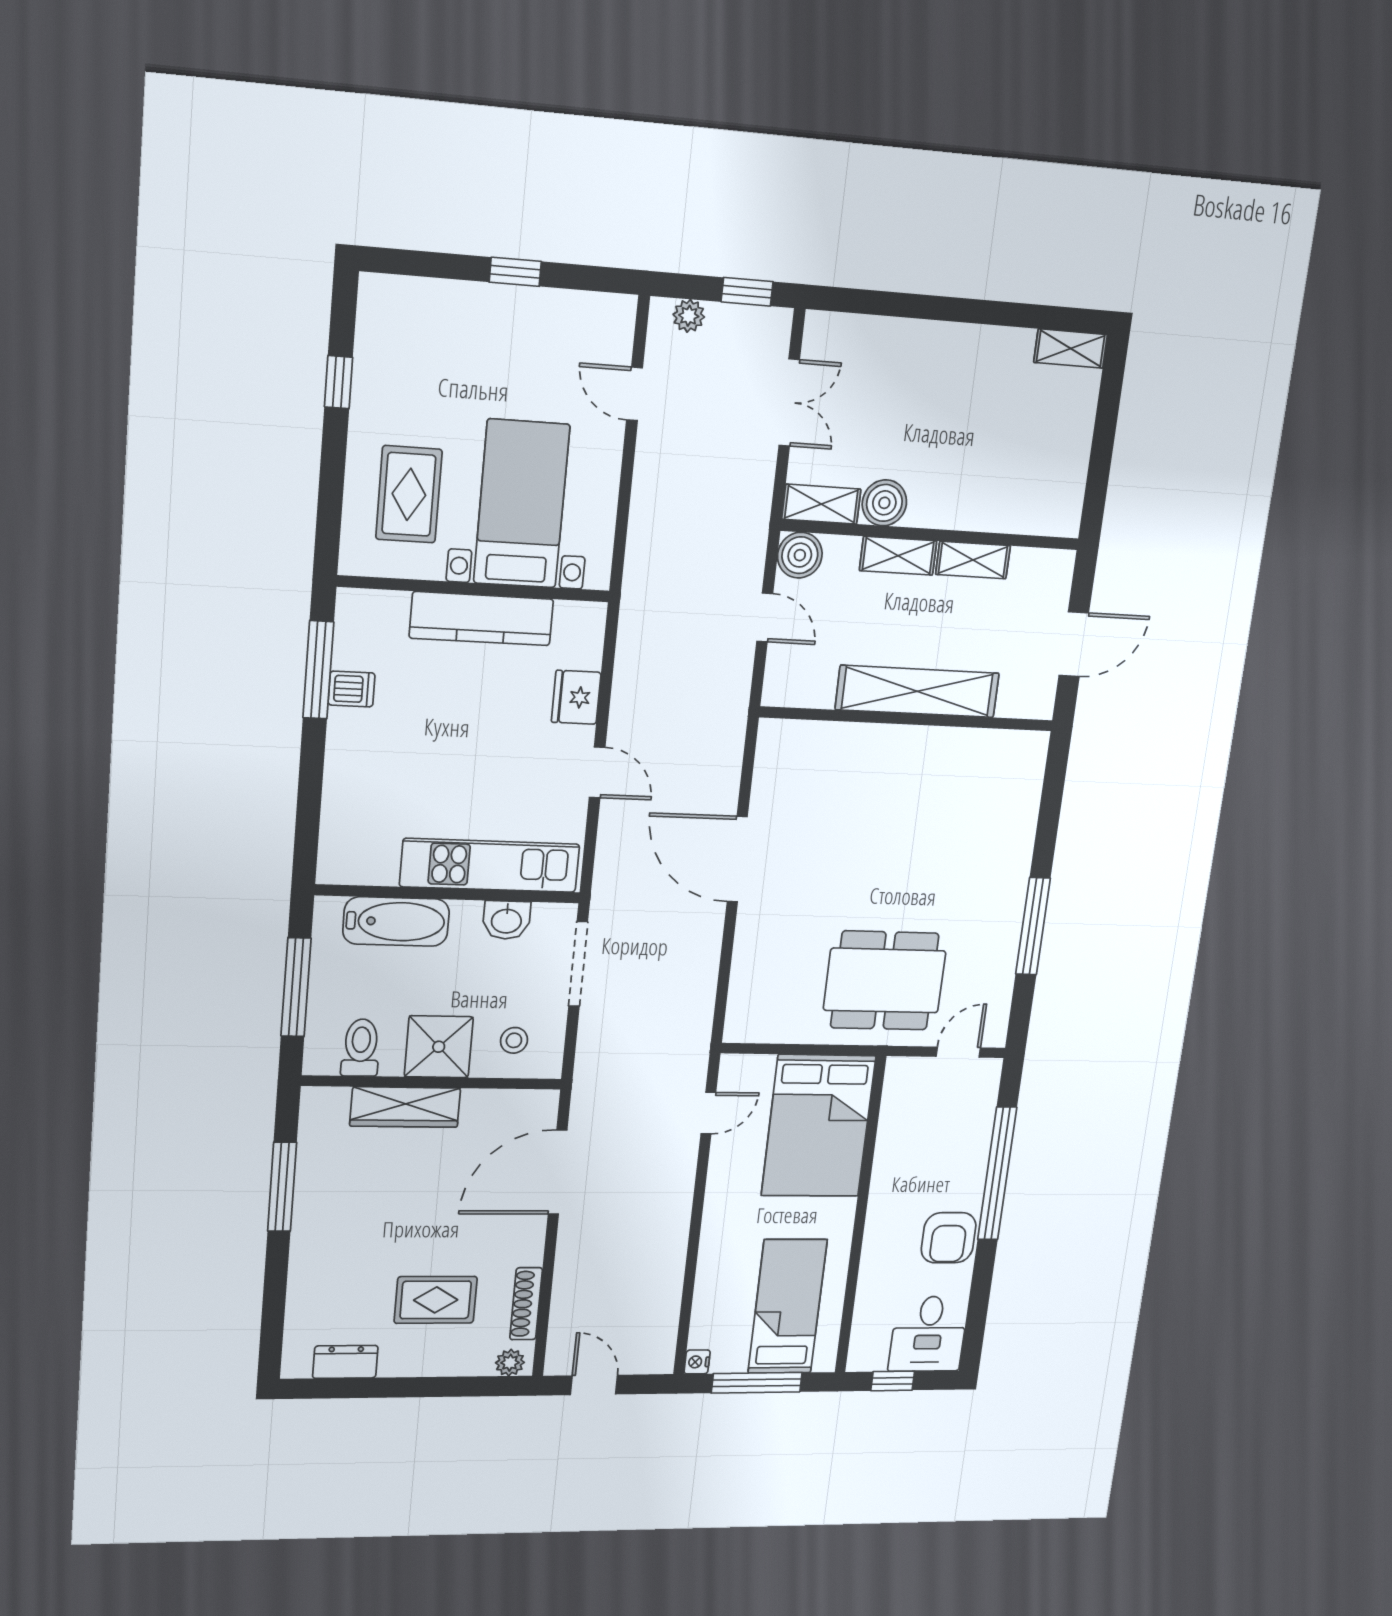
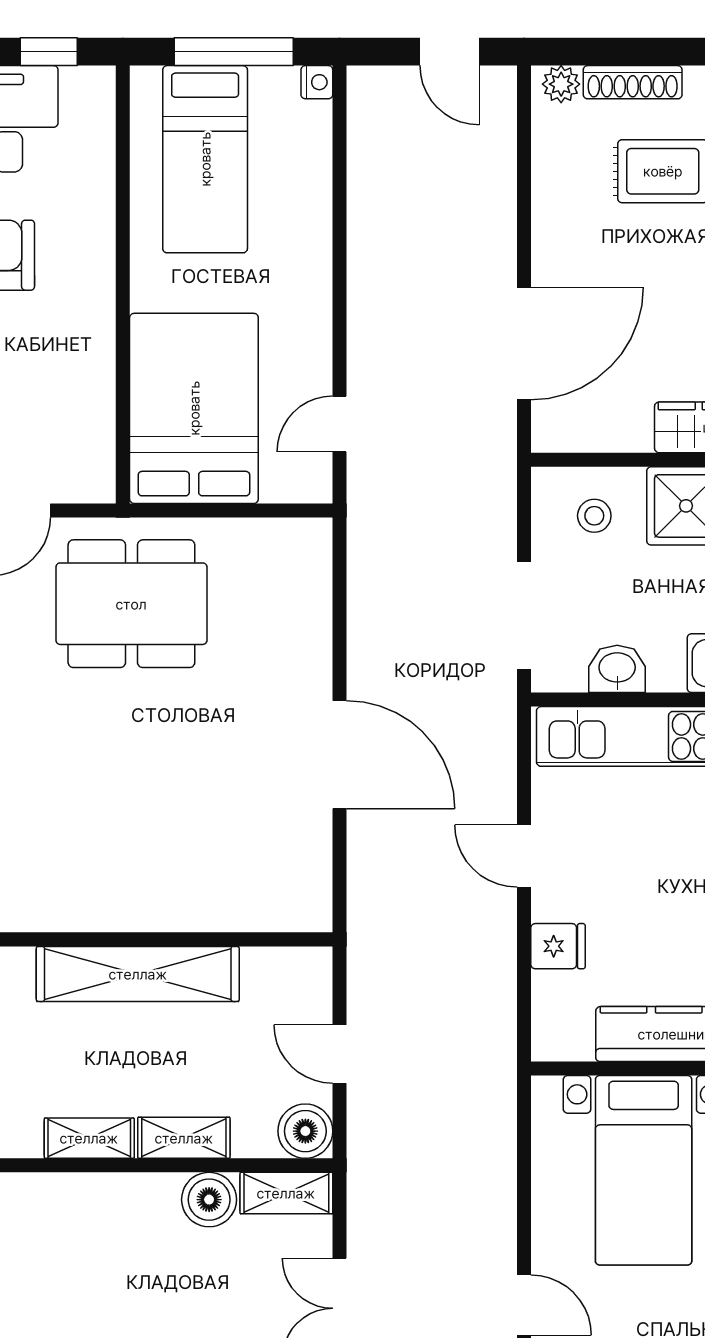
fridge: (576, 697) -> (558, 946), width x0.72
shoe rack: (526, 1304) -> (633, 82), moved, turned 90

